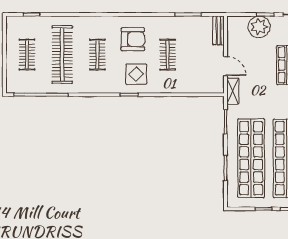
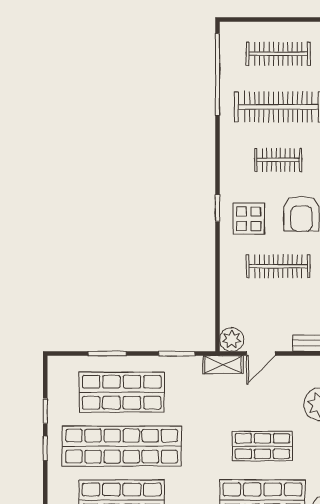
clothes rail: (27, 55) -> (278, 54), width x1.36
clothes rail: (168, 55) -> (278, 266), width x1.36
plant: (216, 85) -> (232, 339), added
shop shelf: (251, 158) -> (122, 392), width x0.71

